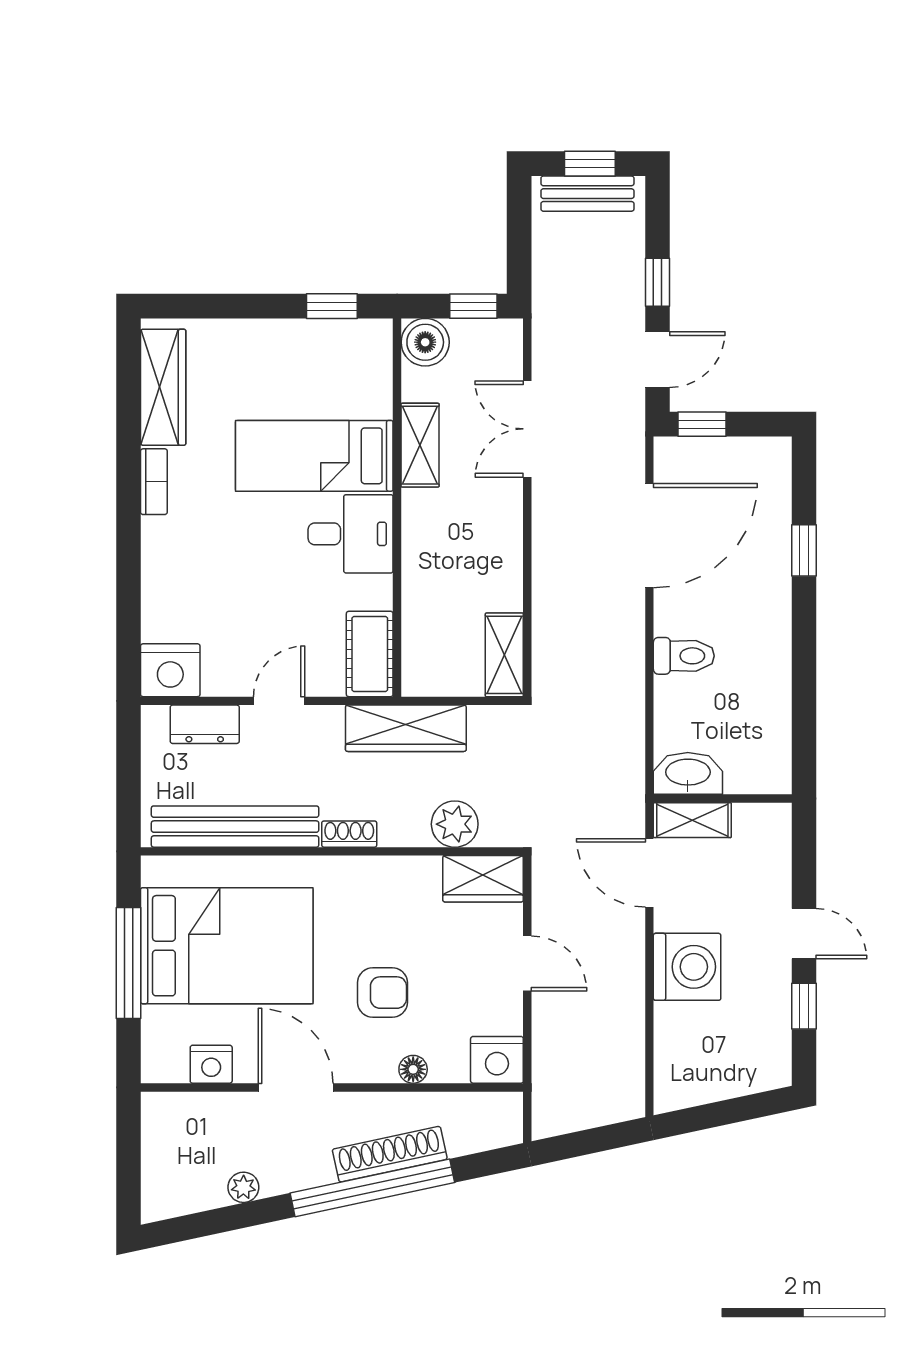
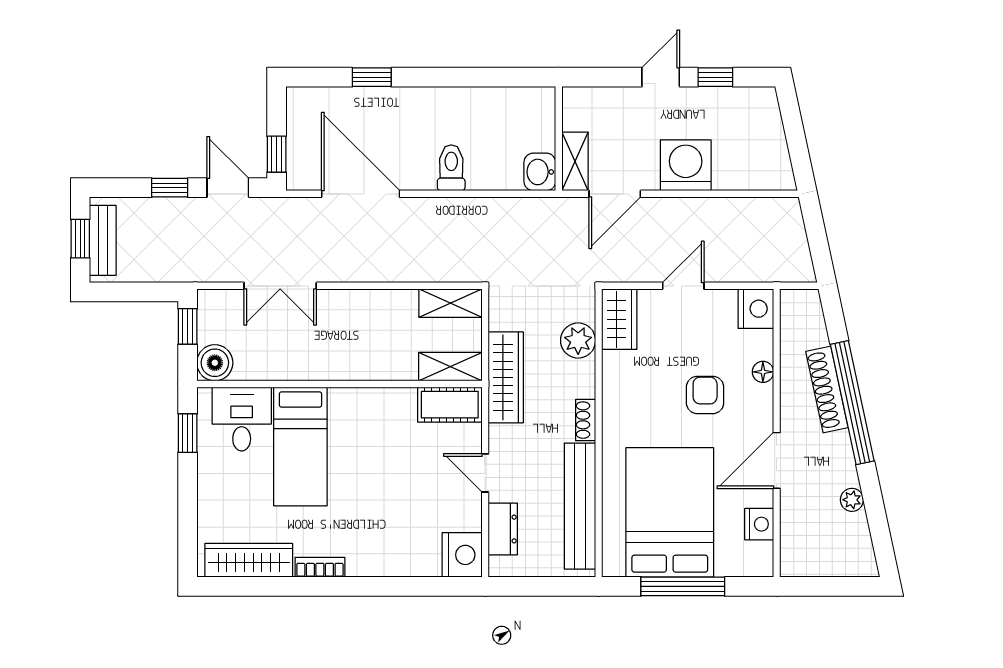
shelving: (420, 445) -> (450, 367), moved
desk: (351, 534) -> (242, 419), moved
washbasin: (688, 773) -> (540, 172), width x0.72

